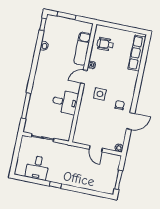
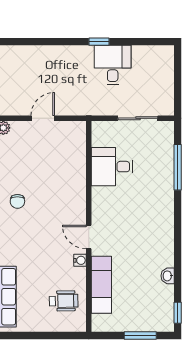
door: (84, 77) -> (89, 237), swing flipped
side table: (100, 94) -> (55, 214), removed
desk: (65, 102) -> (112, 167), moved
door: (96, 149) -> (43, 118), hinge flipped
desk: (37, 168) -> (113, 65), moved

